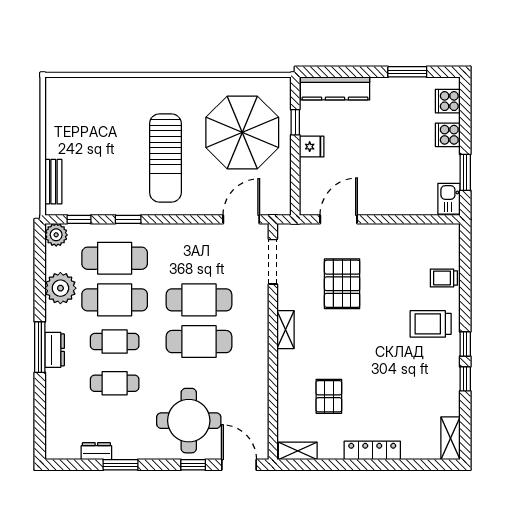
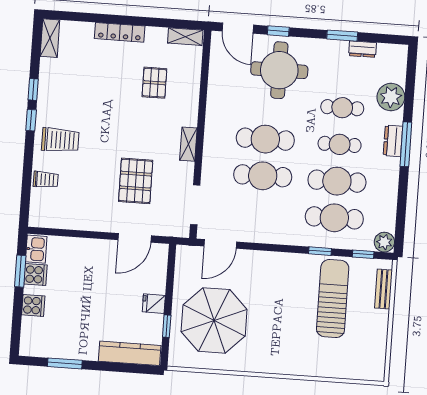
cooker: (448, 101) -> (35, 275), moved
sun lounger: (165, 158) -> (333, 299), moved
plant: (60, 288) -> (391, 97), moved

